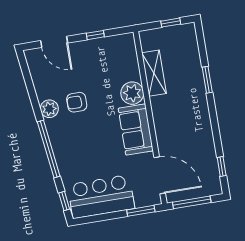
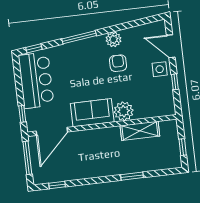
door: (54, 42) -> (171, 46), hinge flipped
side table: (81, 53) -> (160, 69), added
window: (49, 149) -> (79, 37), width x0.68
window: (141, 211) -> (22, 114), width x0.67

